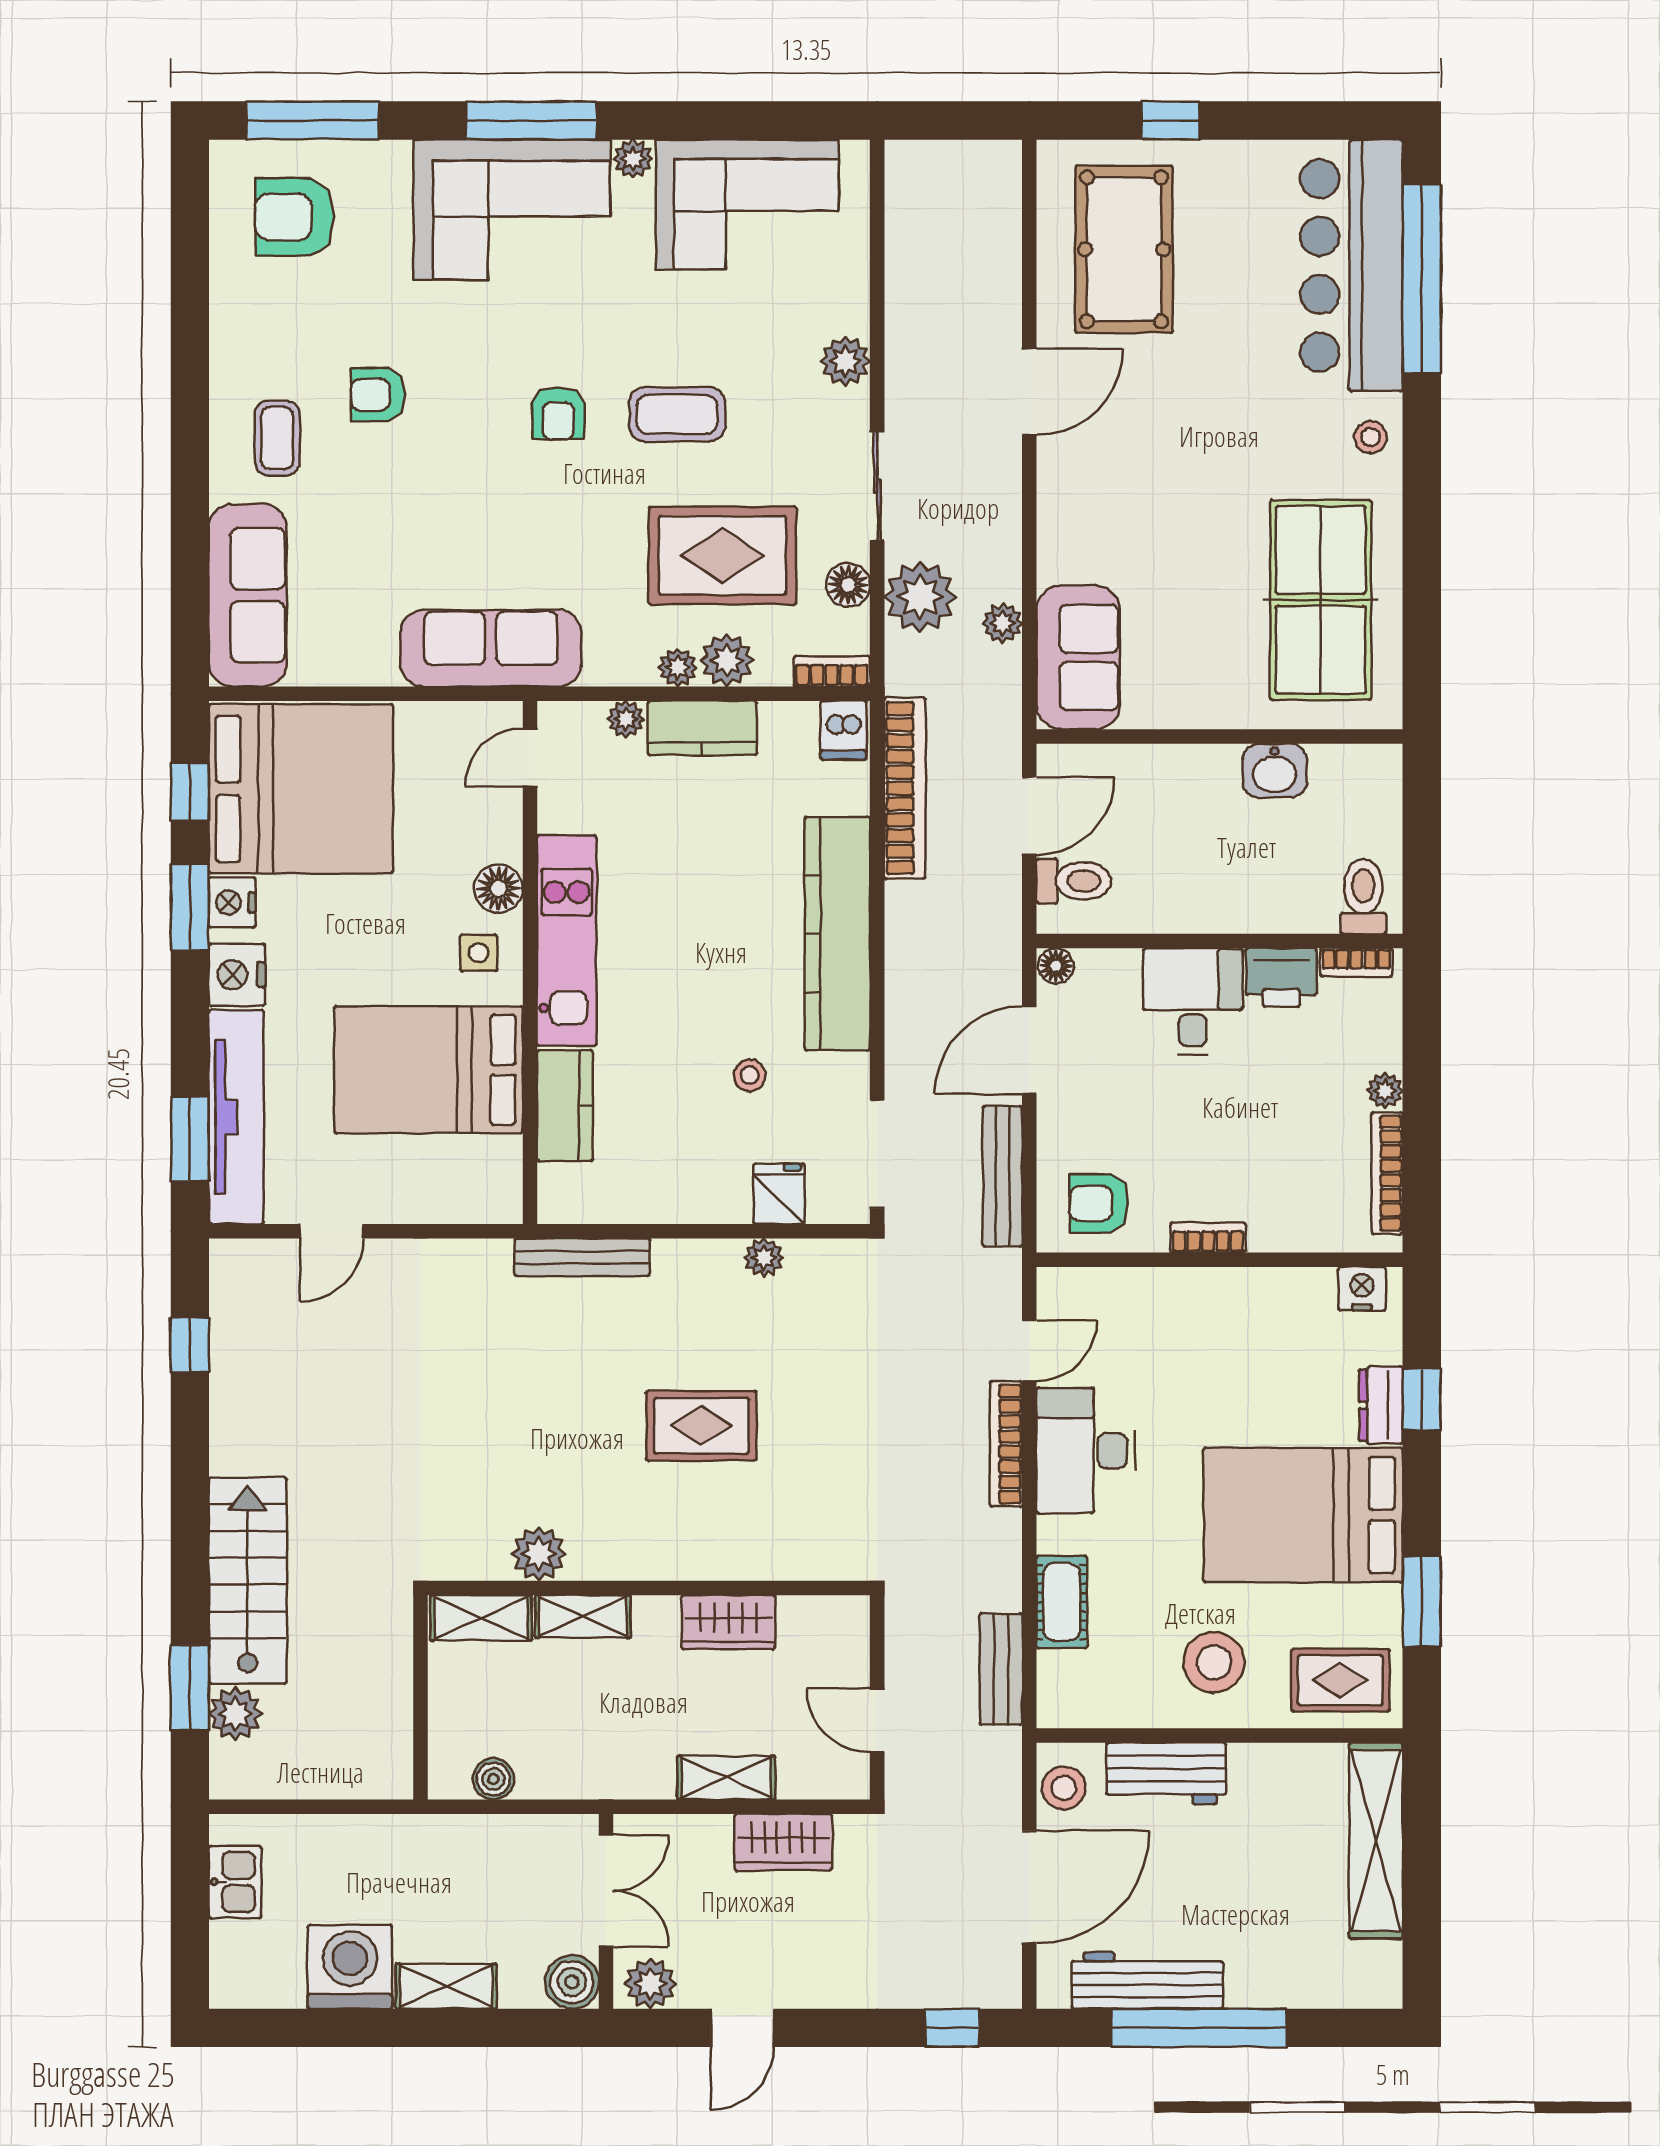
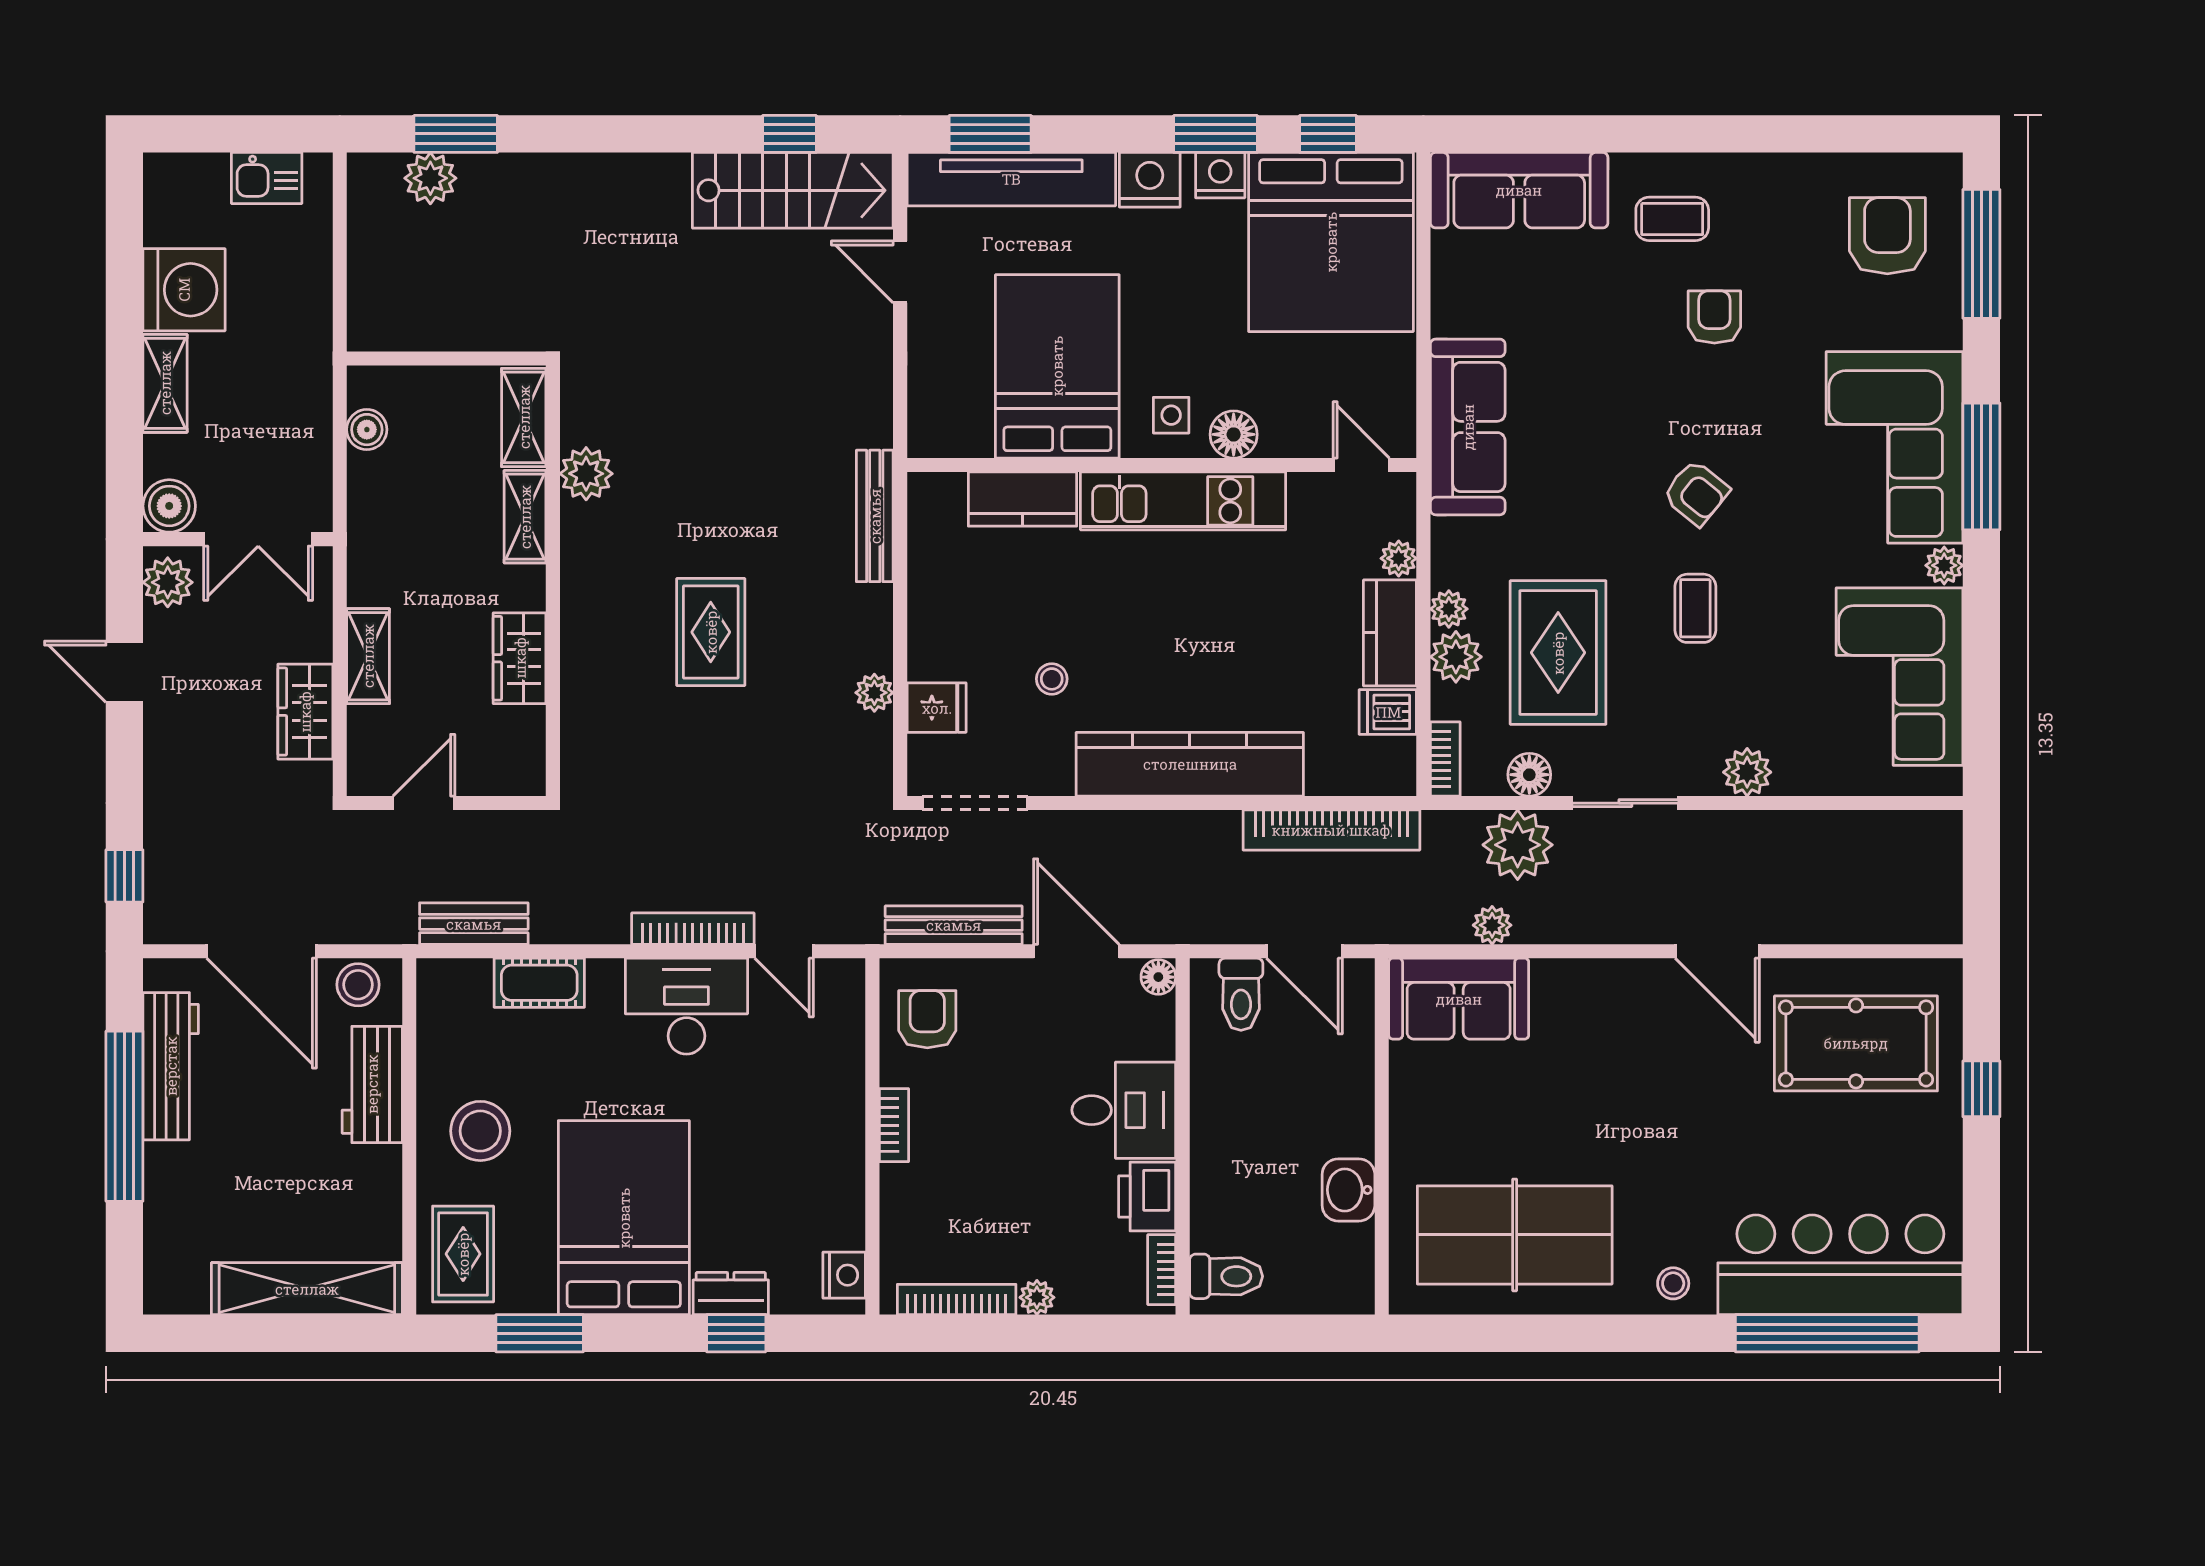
armchair: (558, 414) -> (1696, 493), turned -141
coffee table: (677, 414) -> (1695, 608), width x0.73, depth x0.77
dishwasher: (843, 730) -> (1388, 712), moved
stairs: (248, 1580) -> (793, 190), moved

